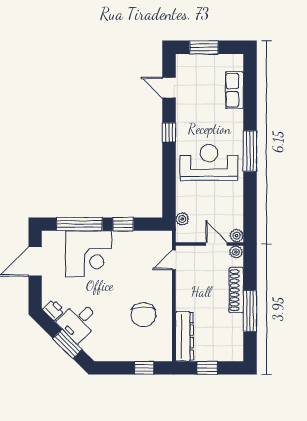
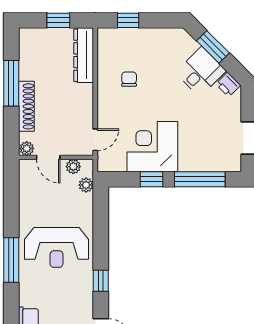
plant: (237, 236) -> (73, 167), moved
corner desk: (88, 254) -> (152, 147), moved
chair: (143, 315) -> (129, 79), width x0.54, depth x0.54

